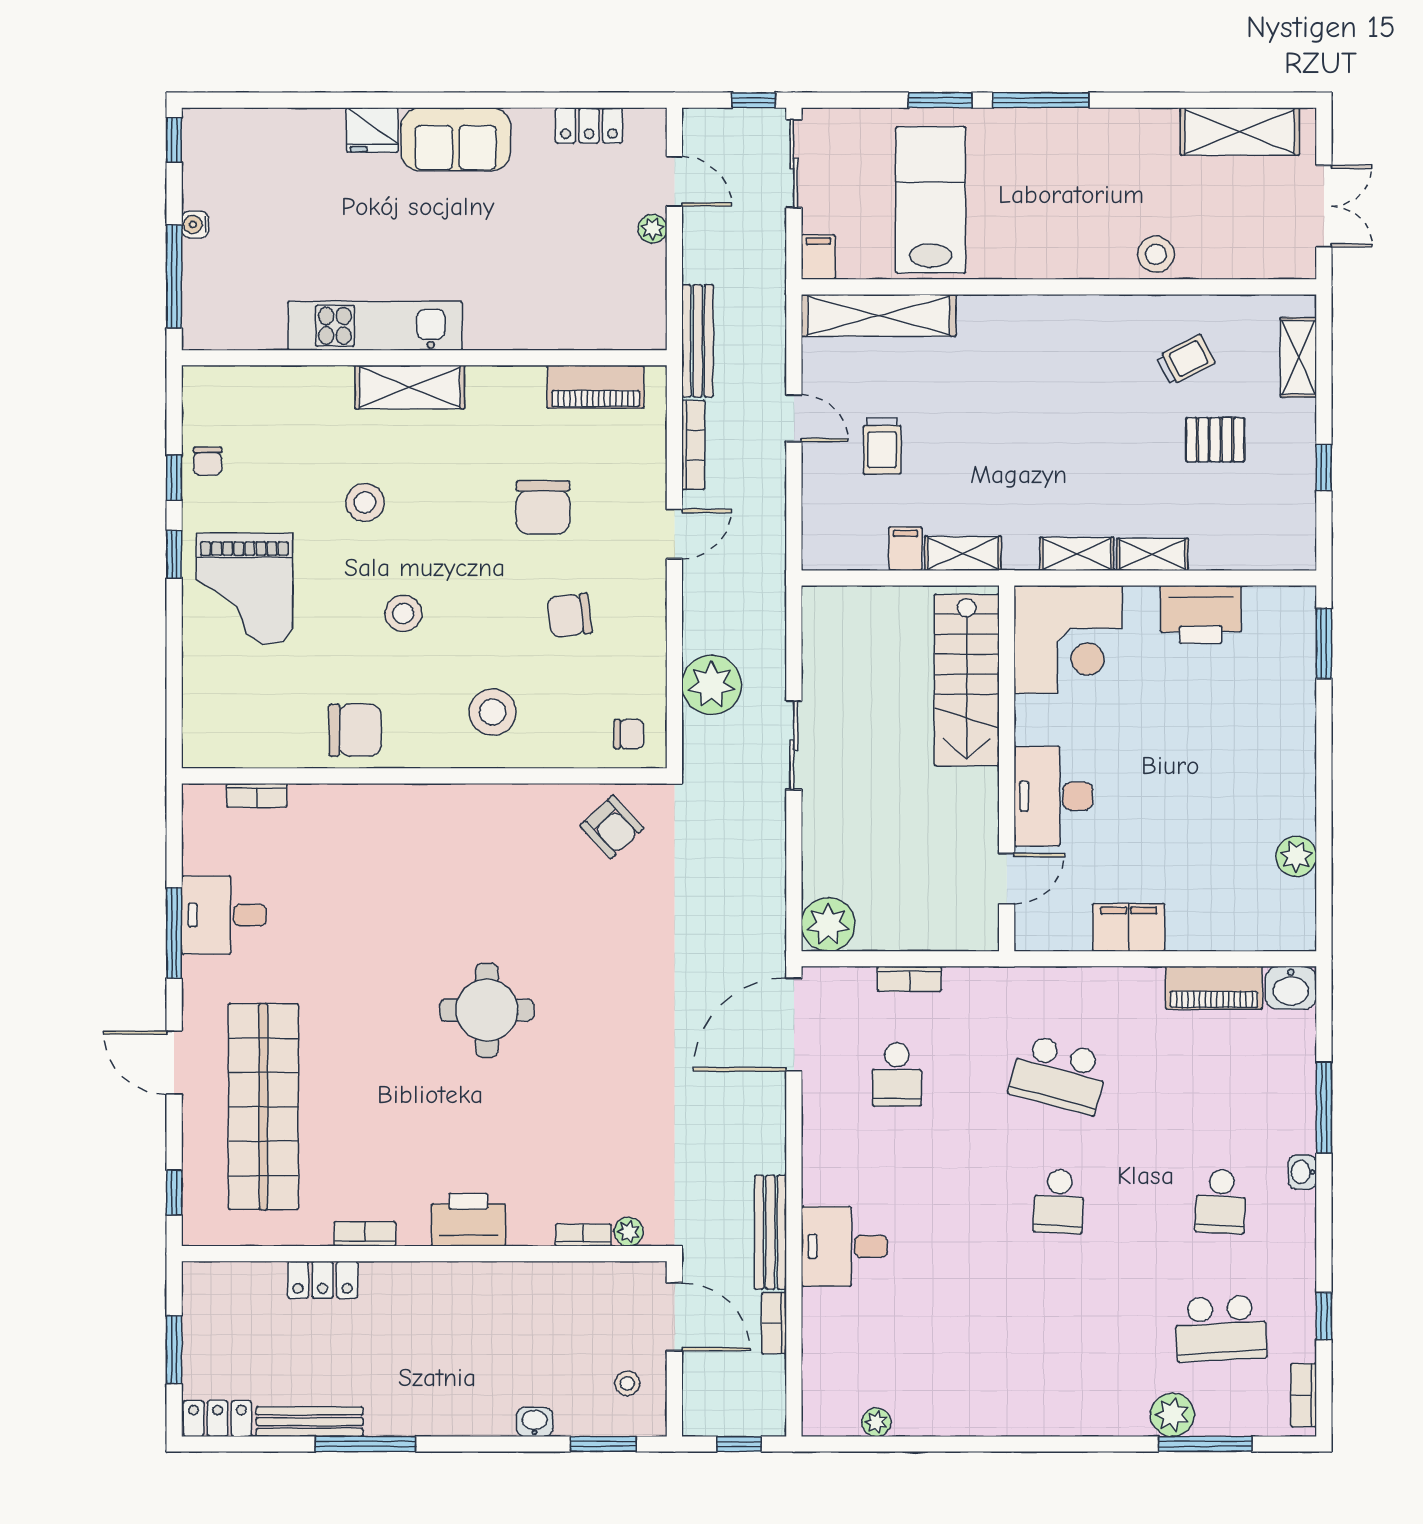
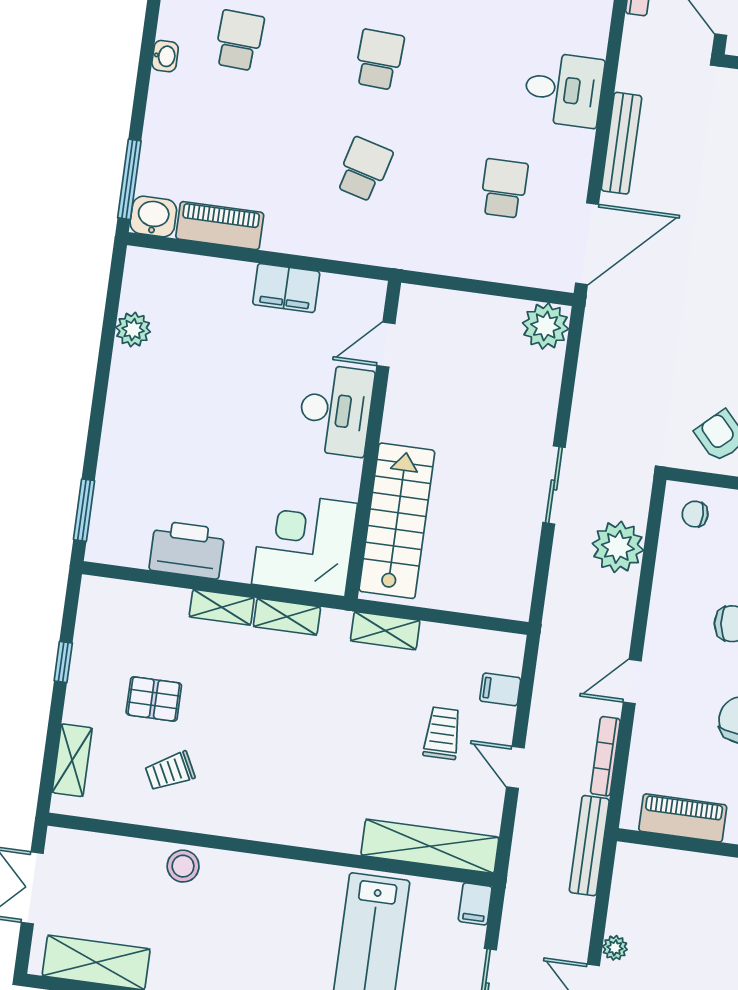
filing cabinet: (905, 549) -> (500, 689), moved, turned 90
bookcase: (909, 979) -> (482, 269), removed
school desk: (1059, 1074) -> (364, 169), width x0.54
window: (1324, 1108) -> (129, 179), moved
bench: (770, 1232) -> (621, 143), moved
desk: (844, 1246) -> (564, 90), moved

